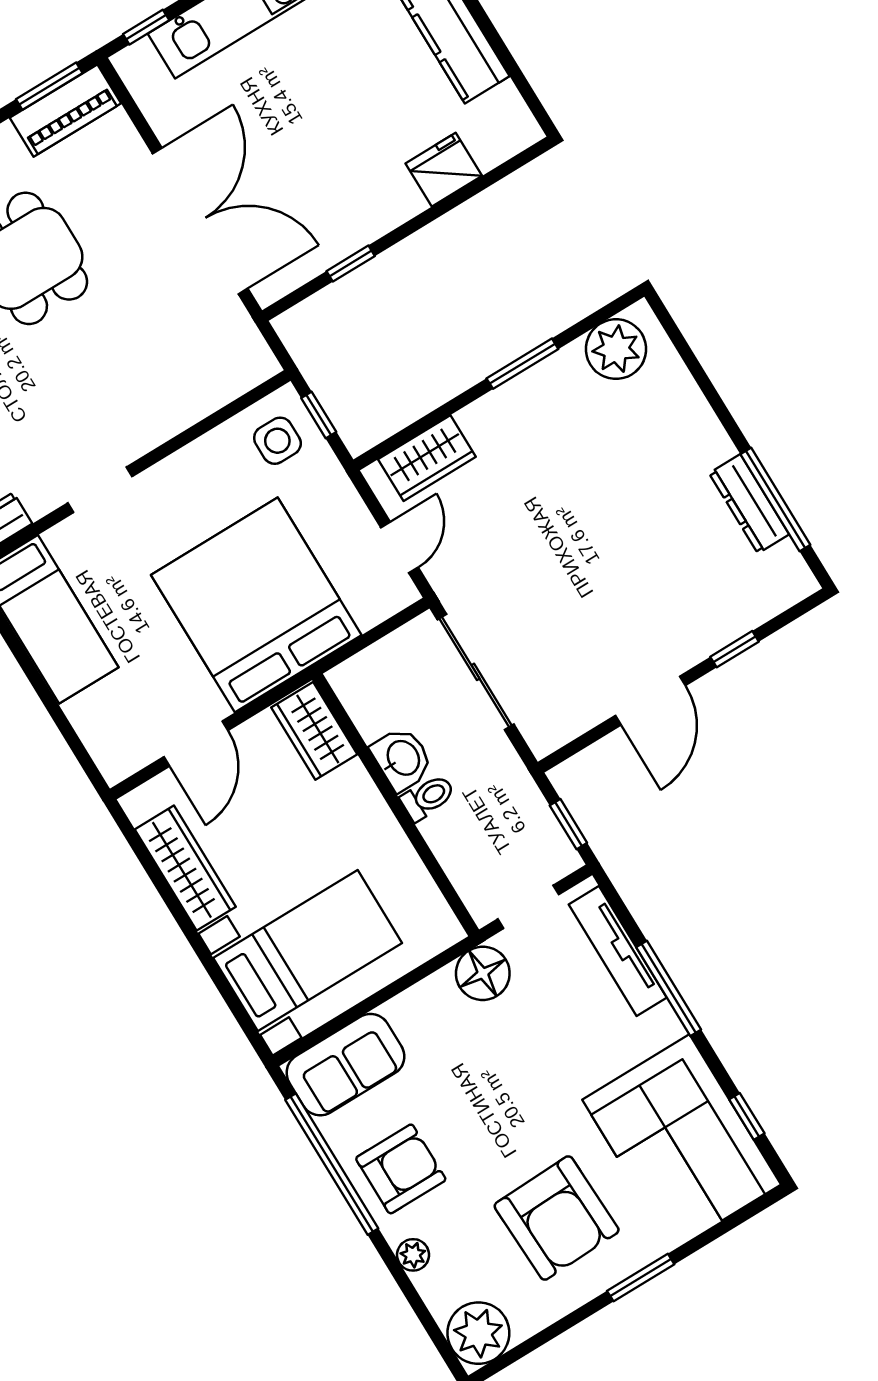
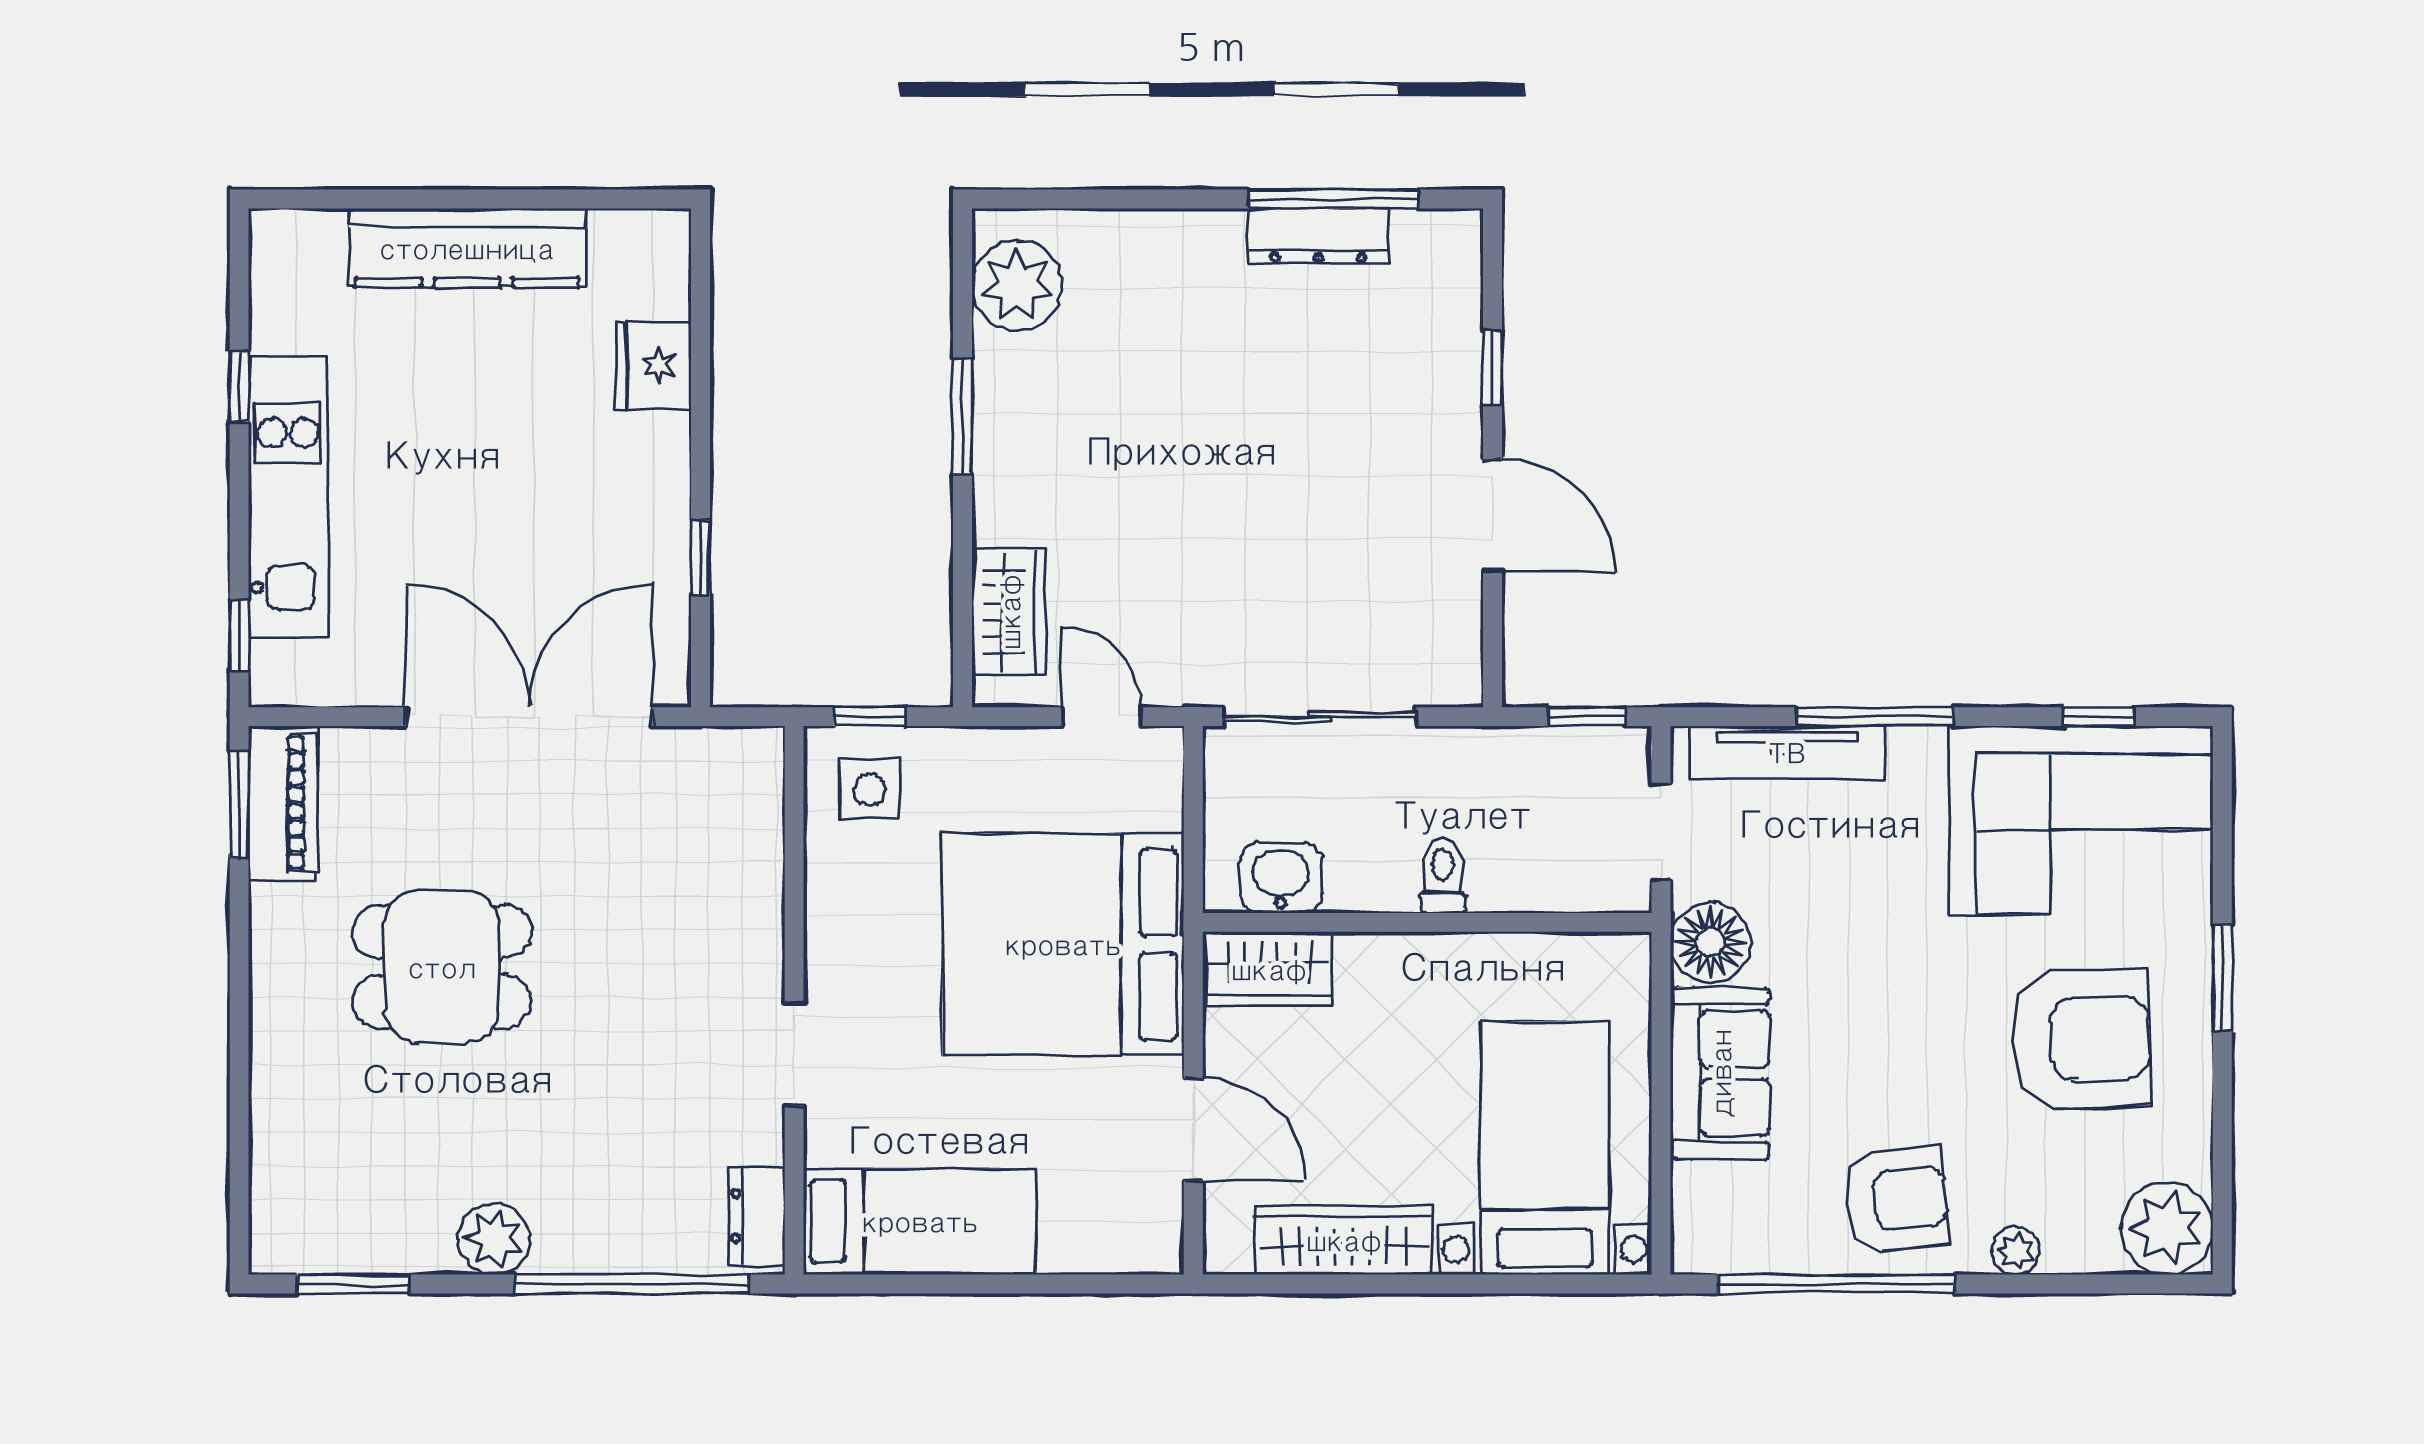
washbasin: (402, 759) -> (1281, 878), moved
sofa: (345, 1065) -> (1720, 1073), moved
armchair: (401, 1169) -> (1896, 1200), turned 85

